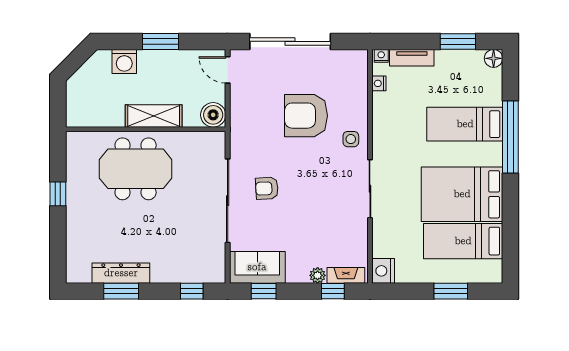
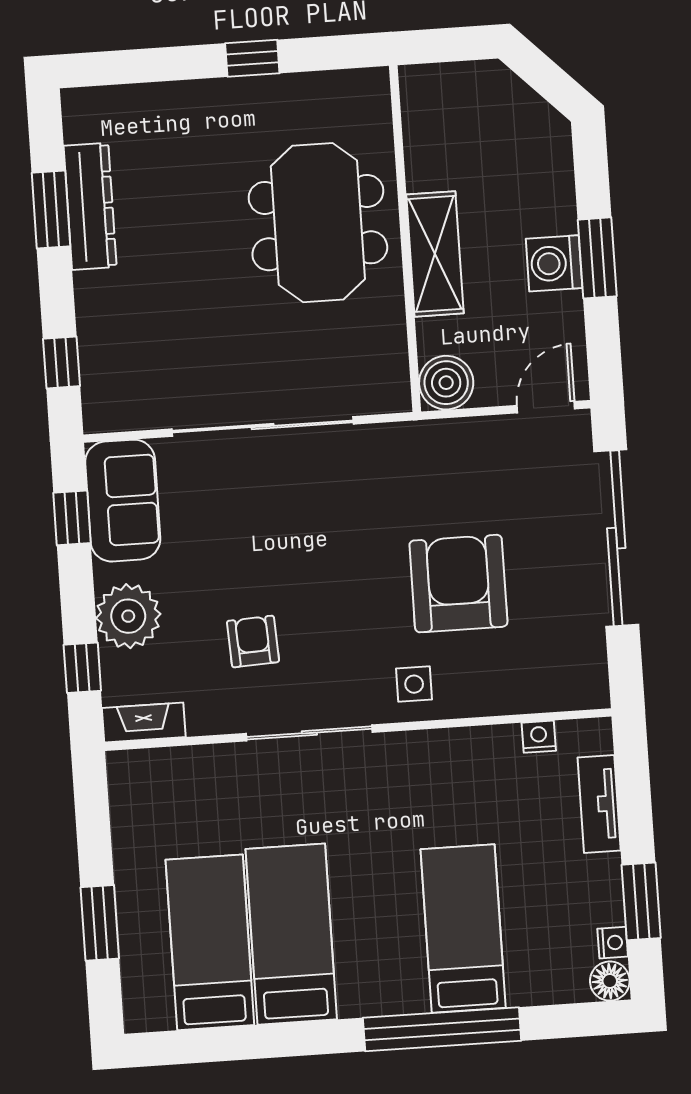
nightstand: (381, 56) -> (613, 943), moved
washing machine: (124, 62) -> (554, 263), moved
armchair: (267, 188) -> (253, 641), moved
bed: (462, 194) -> (291, 934), width x0.67
nightstand: (383, 271) -> (134, 774), removed
plant: (318, 275) -> (128, 616), width x1.87, depth x1.87
fireplace: (346, 275) -> (144, 723), moved, turned -90

